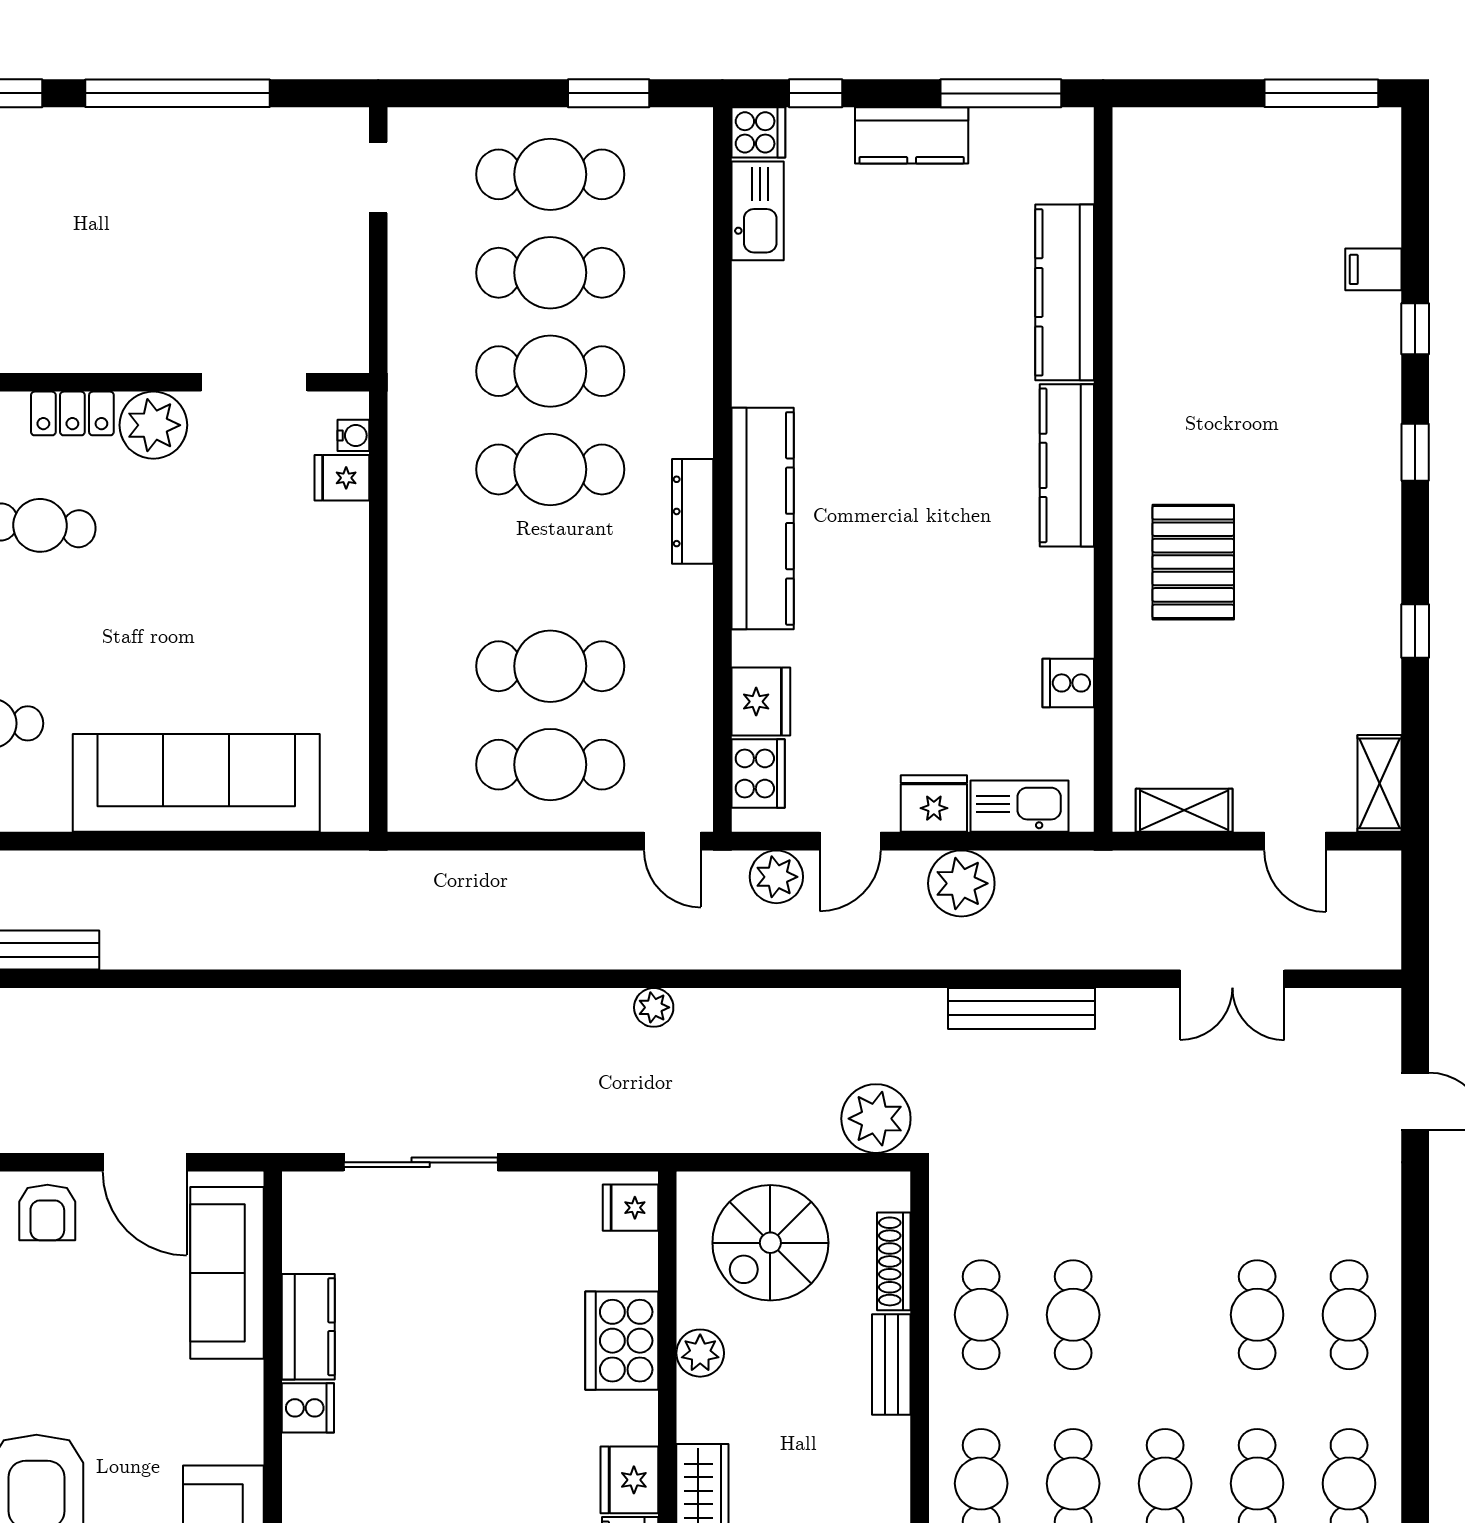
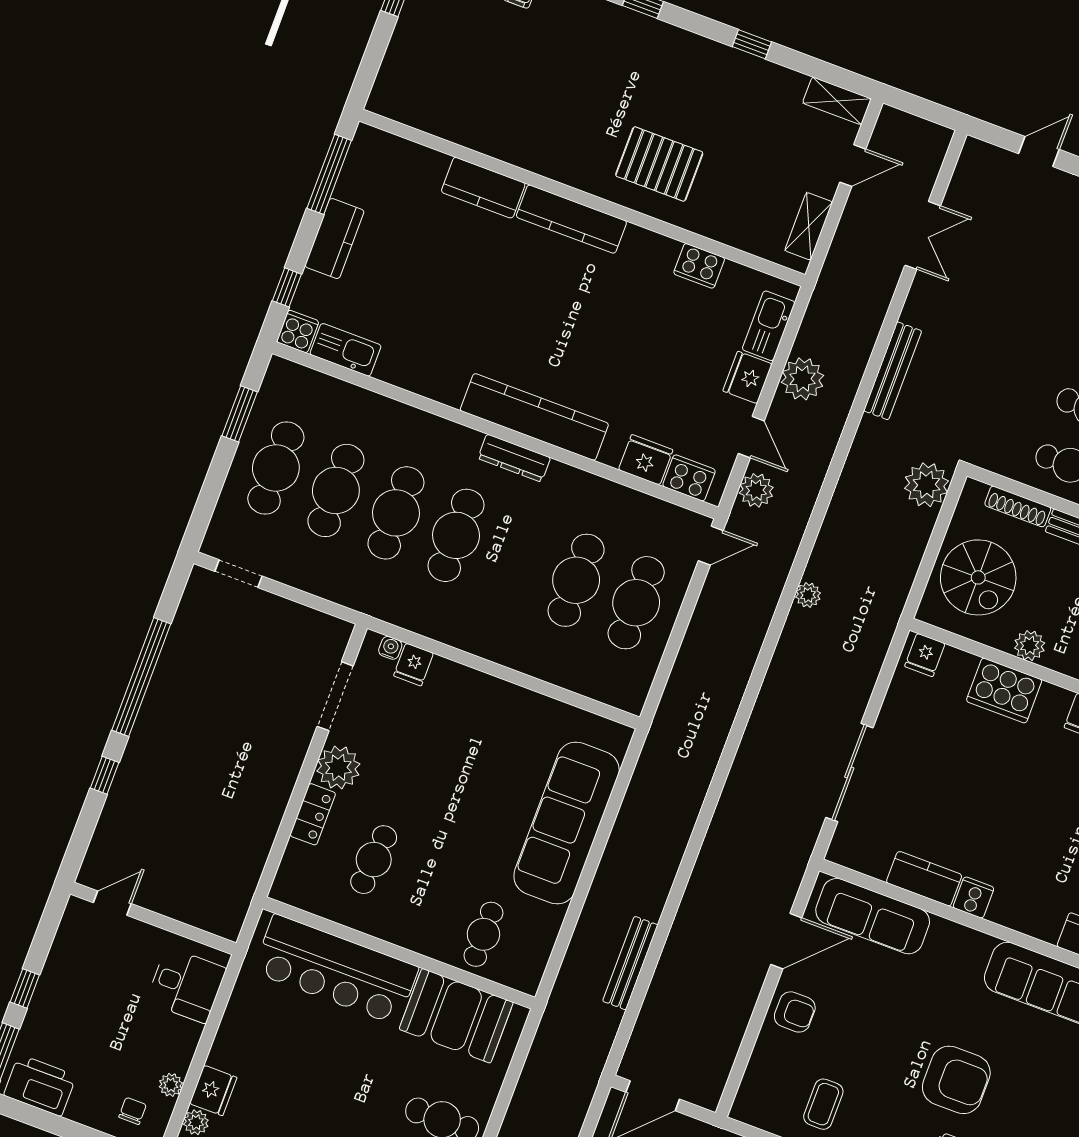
kitchen counter: (1065, 292) -> (483, 188), width x0.67
cooker: (1068, 683) -> (699, 266), width x1.36

